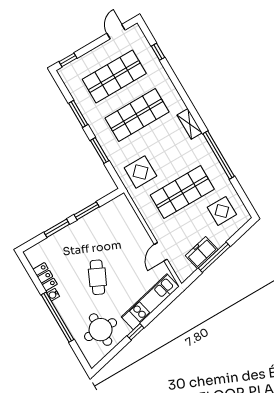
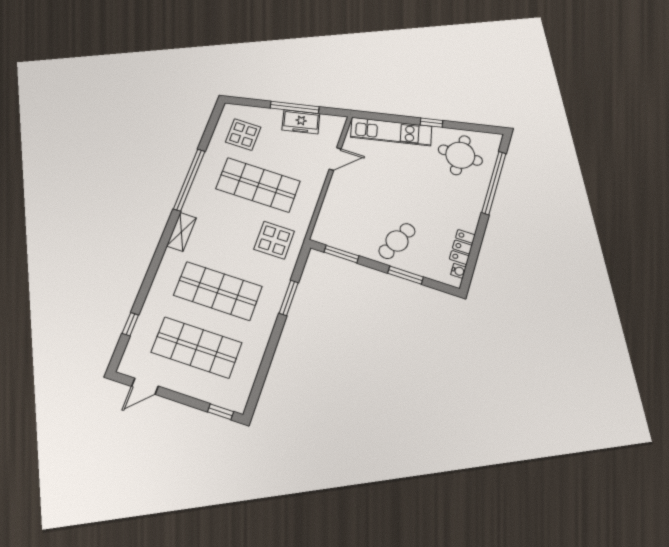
window: (78, 114) -> (270, 352), removed
window: (87, 211) -> (342, 254), moved
cafe table: (97, 277) -> (397, 241), moved
water cooler: (53, 295) -> (458, 271), moved
window: (57, 317) -> (494, 183), moved

